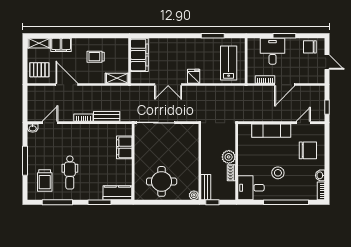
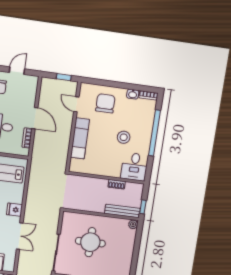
plant: (229, 157) -> (100, 185), removed
round table: (162, 181) -> (90, 242), moved
bench: (206, 187) -> (122, 211), width x1.36

